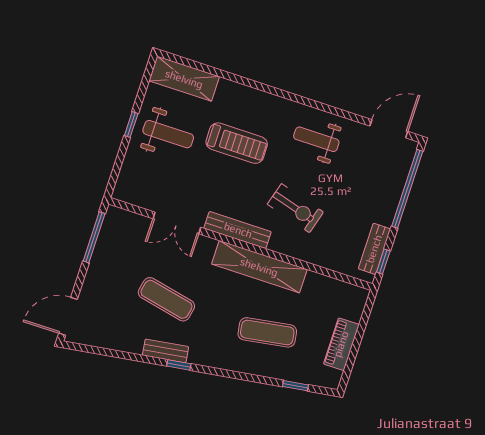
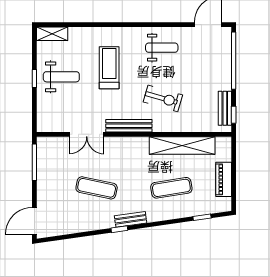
shelving: (184, 79) -> (52, 34), width x0.67, depth x0.75
weight bench: (316, 139) -> (162, 48), turned 180
treadmill: (237, 143) -> (109, 68), turned -90
shelving: (259, 267) -> (182, 146), moved
bench: (166, 351) -> (131, 219), moved

